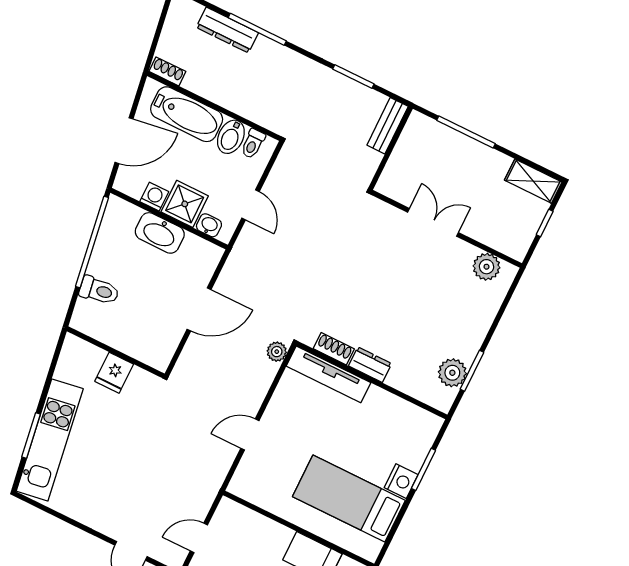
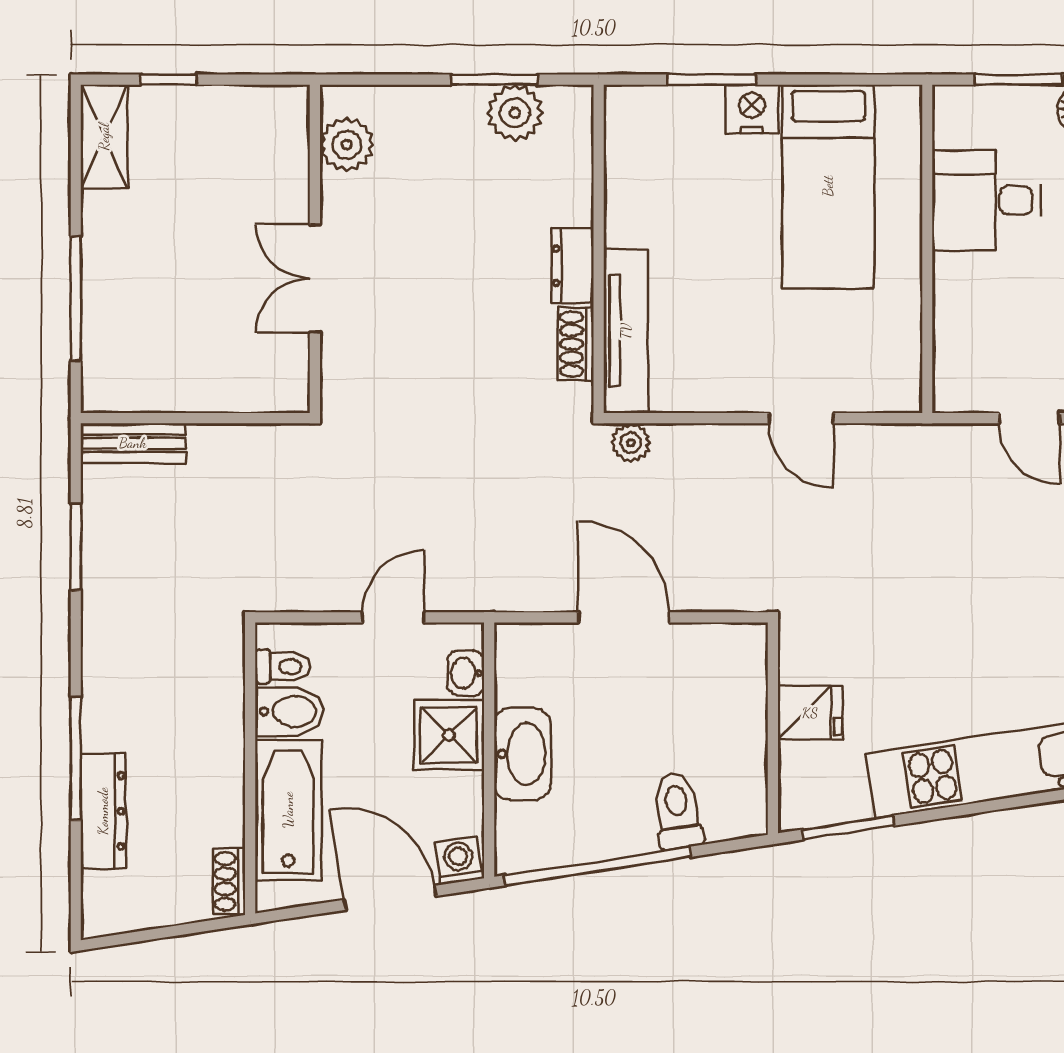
washing machine: (154, 197) -> (459, 861), moved, turned 81
double door: (433, 222) -> (315, 278), moved
wall: (446, 229) -> (315, 249), moved
plant: (486, 267) -> (347, 145), moved
window: (31, 436) -> (848, 828), moved

